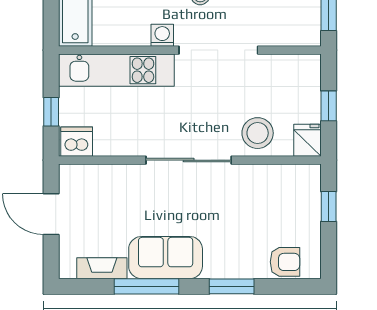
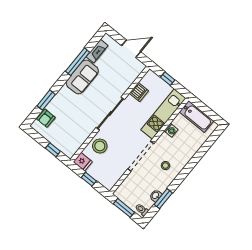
washing machine: (162, 35) -> (171, 130), moved
dishwasher: (77, 142) -> (139, 92), moved
window: (232, 286) -> (46, 100), moved

